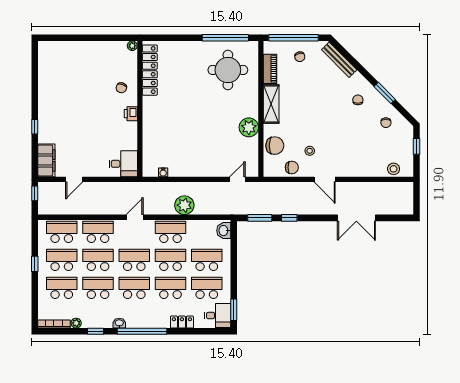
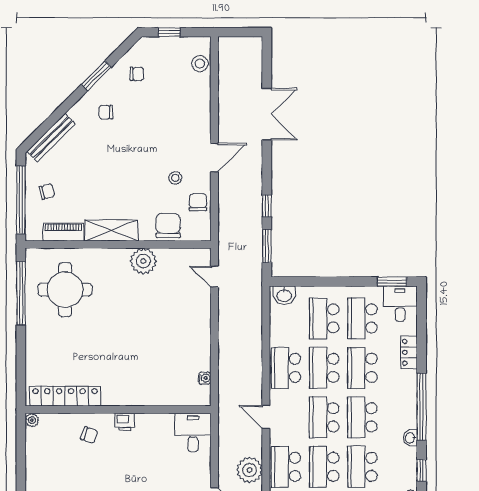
plant: (184, 205) -> (250, 470), moved

